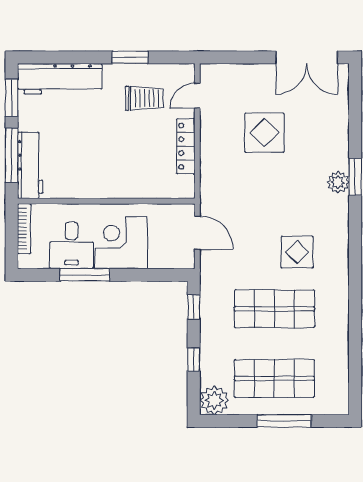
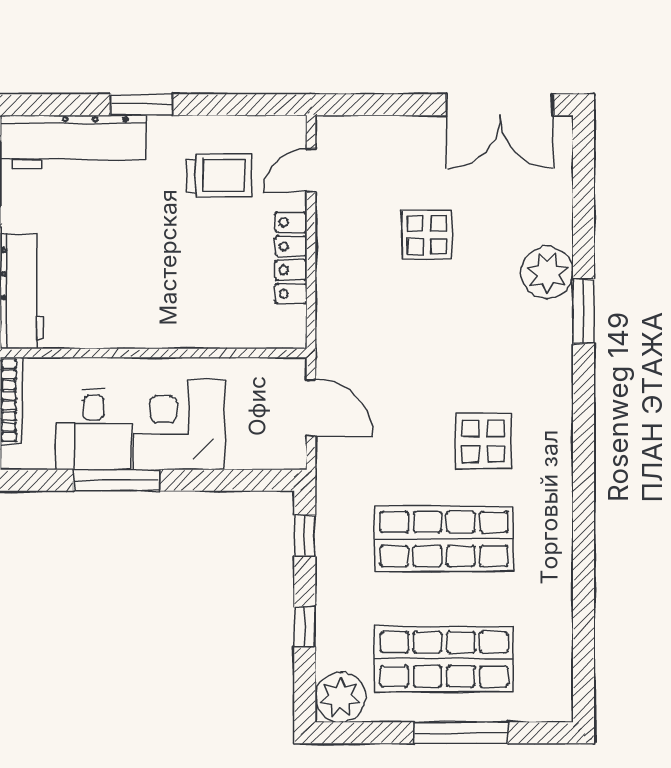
window: (130, 57) -> (141, 105), moved
display table: (264, 133) -> (427, 235), width x0.73, depth x0.73
plant: (338, 182) -> (547, 273), moved, width x1.36, depth x1.36

